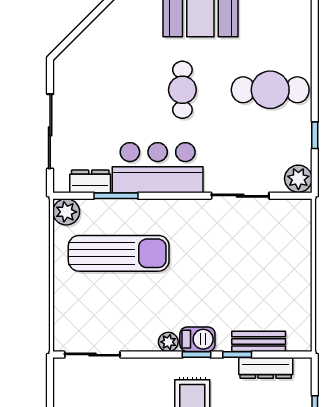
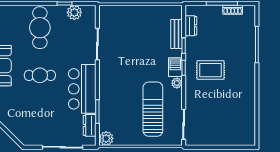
plant: (298, 179) -> (74, 12), moved
sun lounger: (119, 253) -> (153, 109), moved
dresser: (266, 368) -> (191, 26), width x0.70

